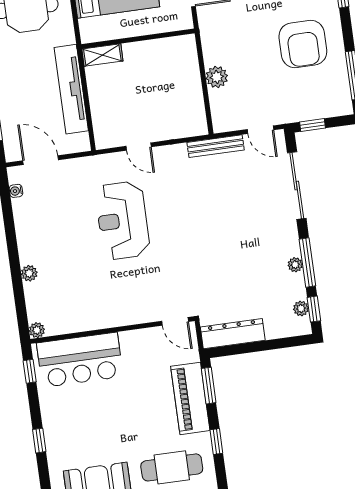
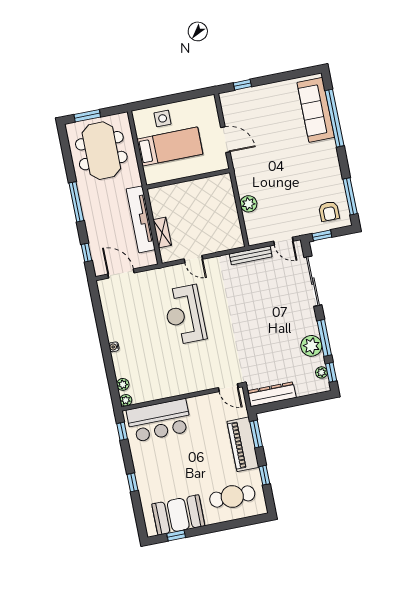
armchair: (303, 44) -> (329, 211), moved, width x0.53, depth x0.53
shelving: (102, 55) -> (162, 233), moved, turned 90
water cooler: (16, 191) -> (114, 347), moved
plant: (295, 265) -> (311, 346), width x1.88, depth x1.88
plant: (29, 273) -> (123, 384), moved

